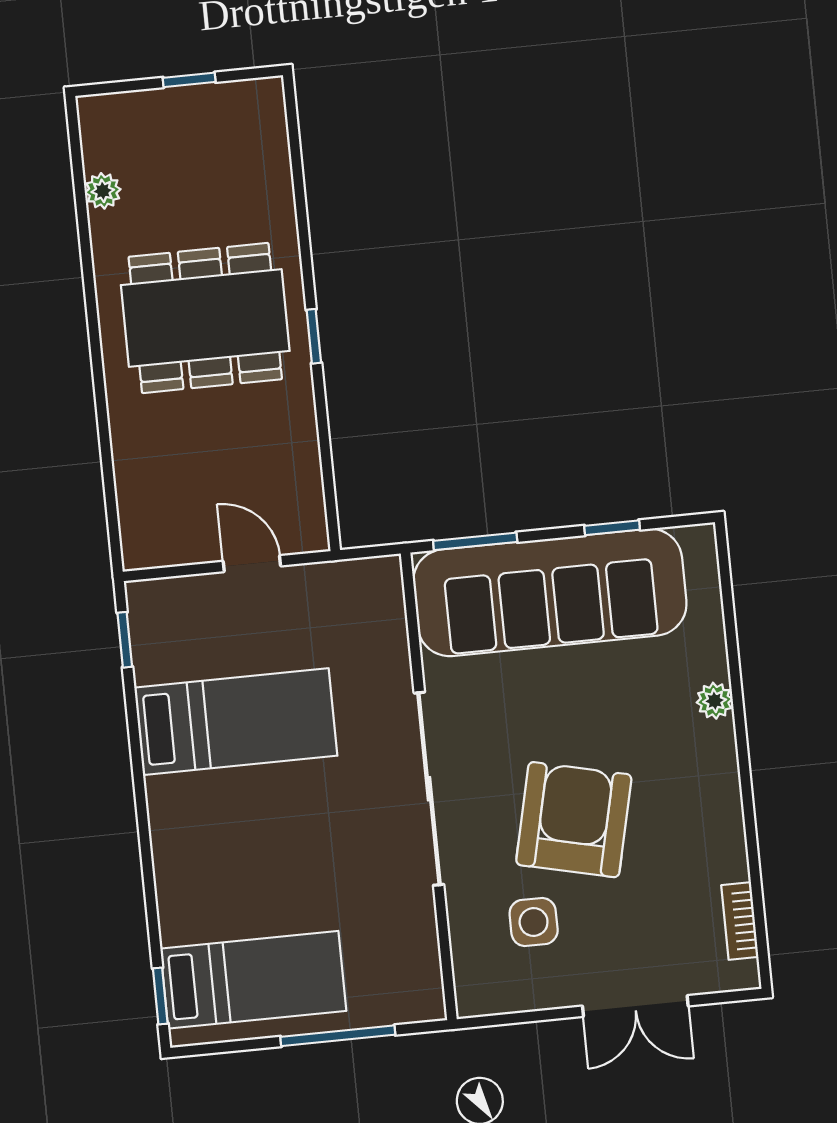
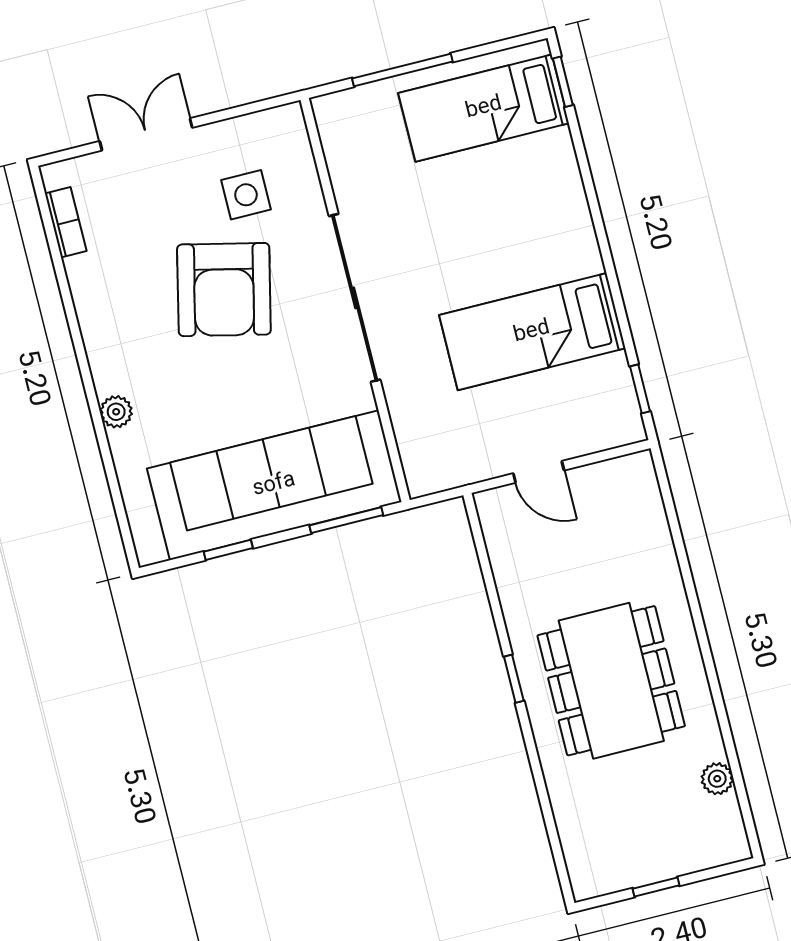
dining table: (205, 318) -> (611, 681), turned 90

